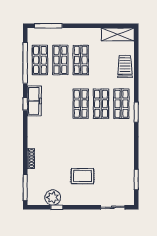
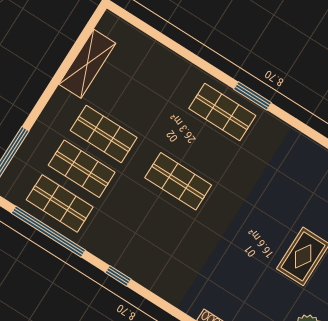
shelving: (118, 34) -> (87, 64), moved
trolley: (125, 66) -> (162, 66), removed
freezer: (34, 101) -> (123, 257), removed
shop shelf: (101, 104) -> (200, 147), removed

